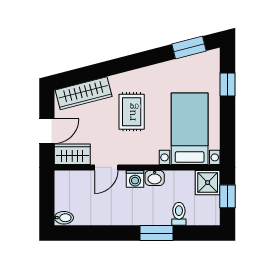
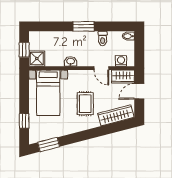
door: (106, 167) -> (101, 68), swing flipped
washing machine: (135, 179) -> (121, 61), moved
toilet: (179, 214) -> (103, 39), moved
window: (157, 233) -> (84, 26), moved

